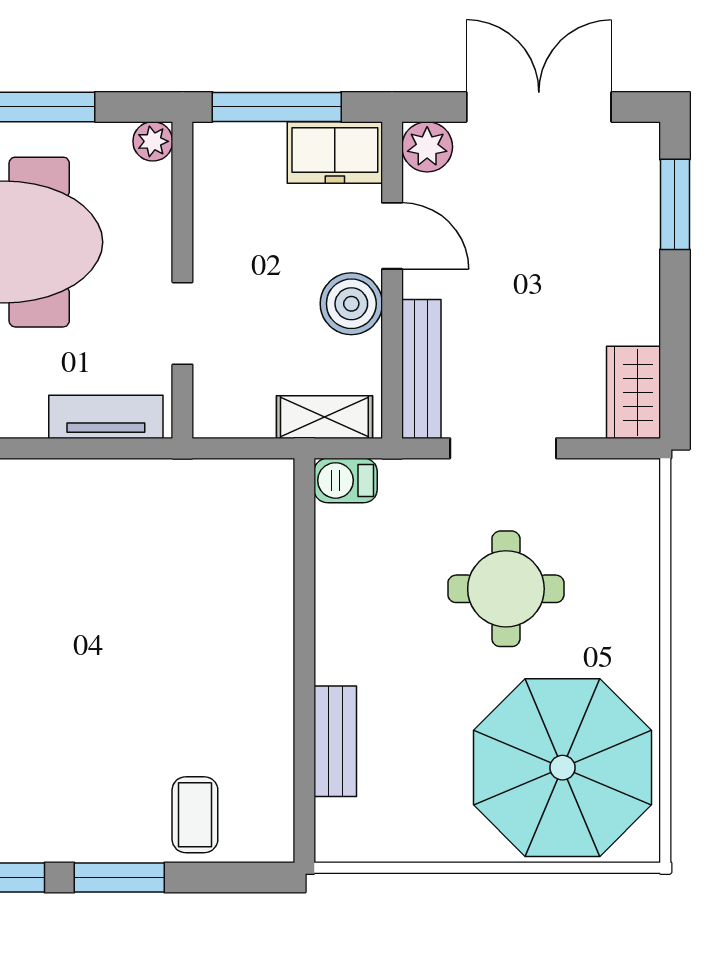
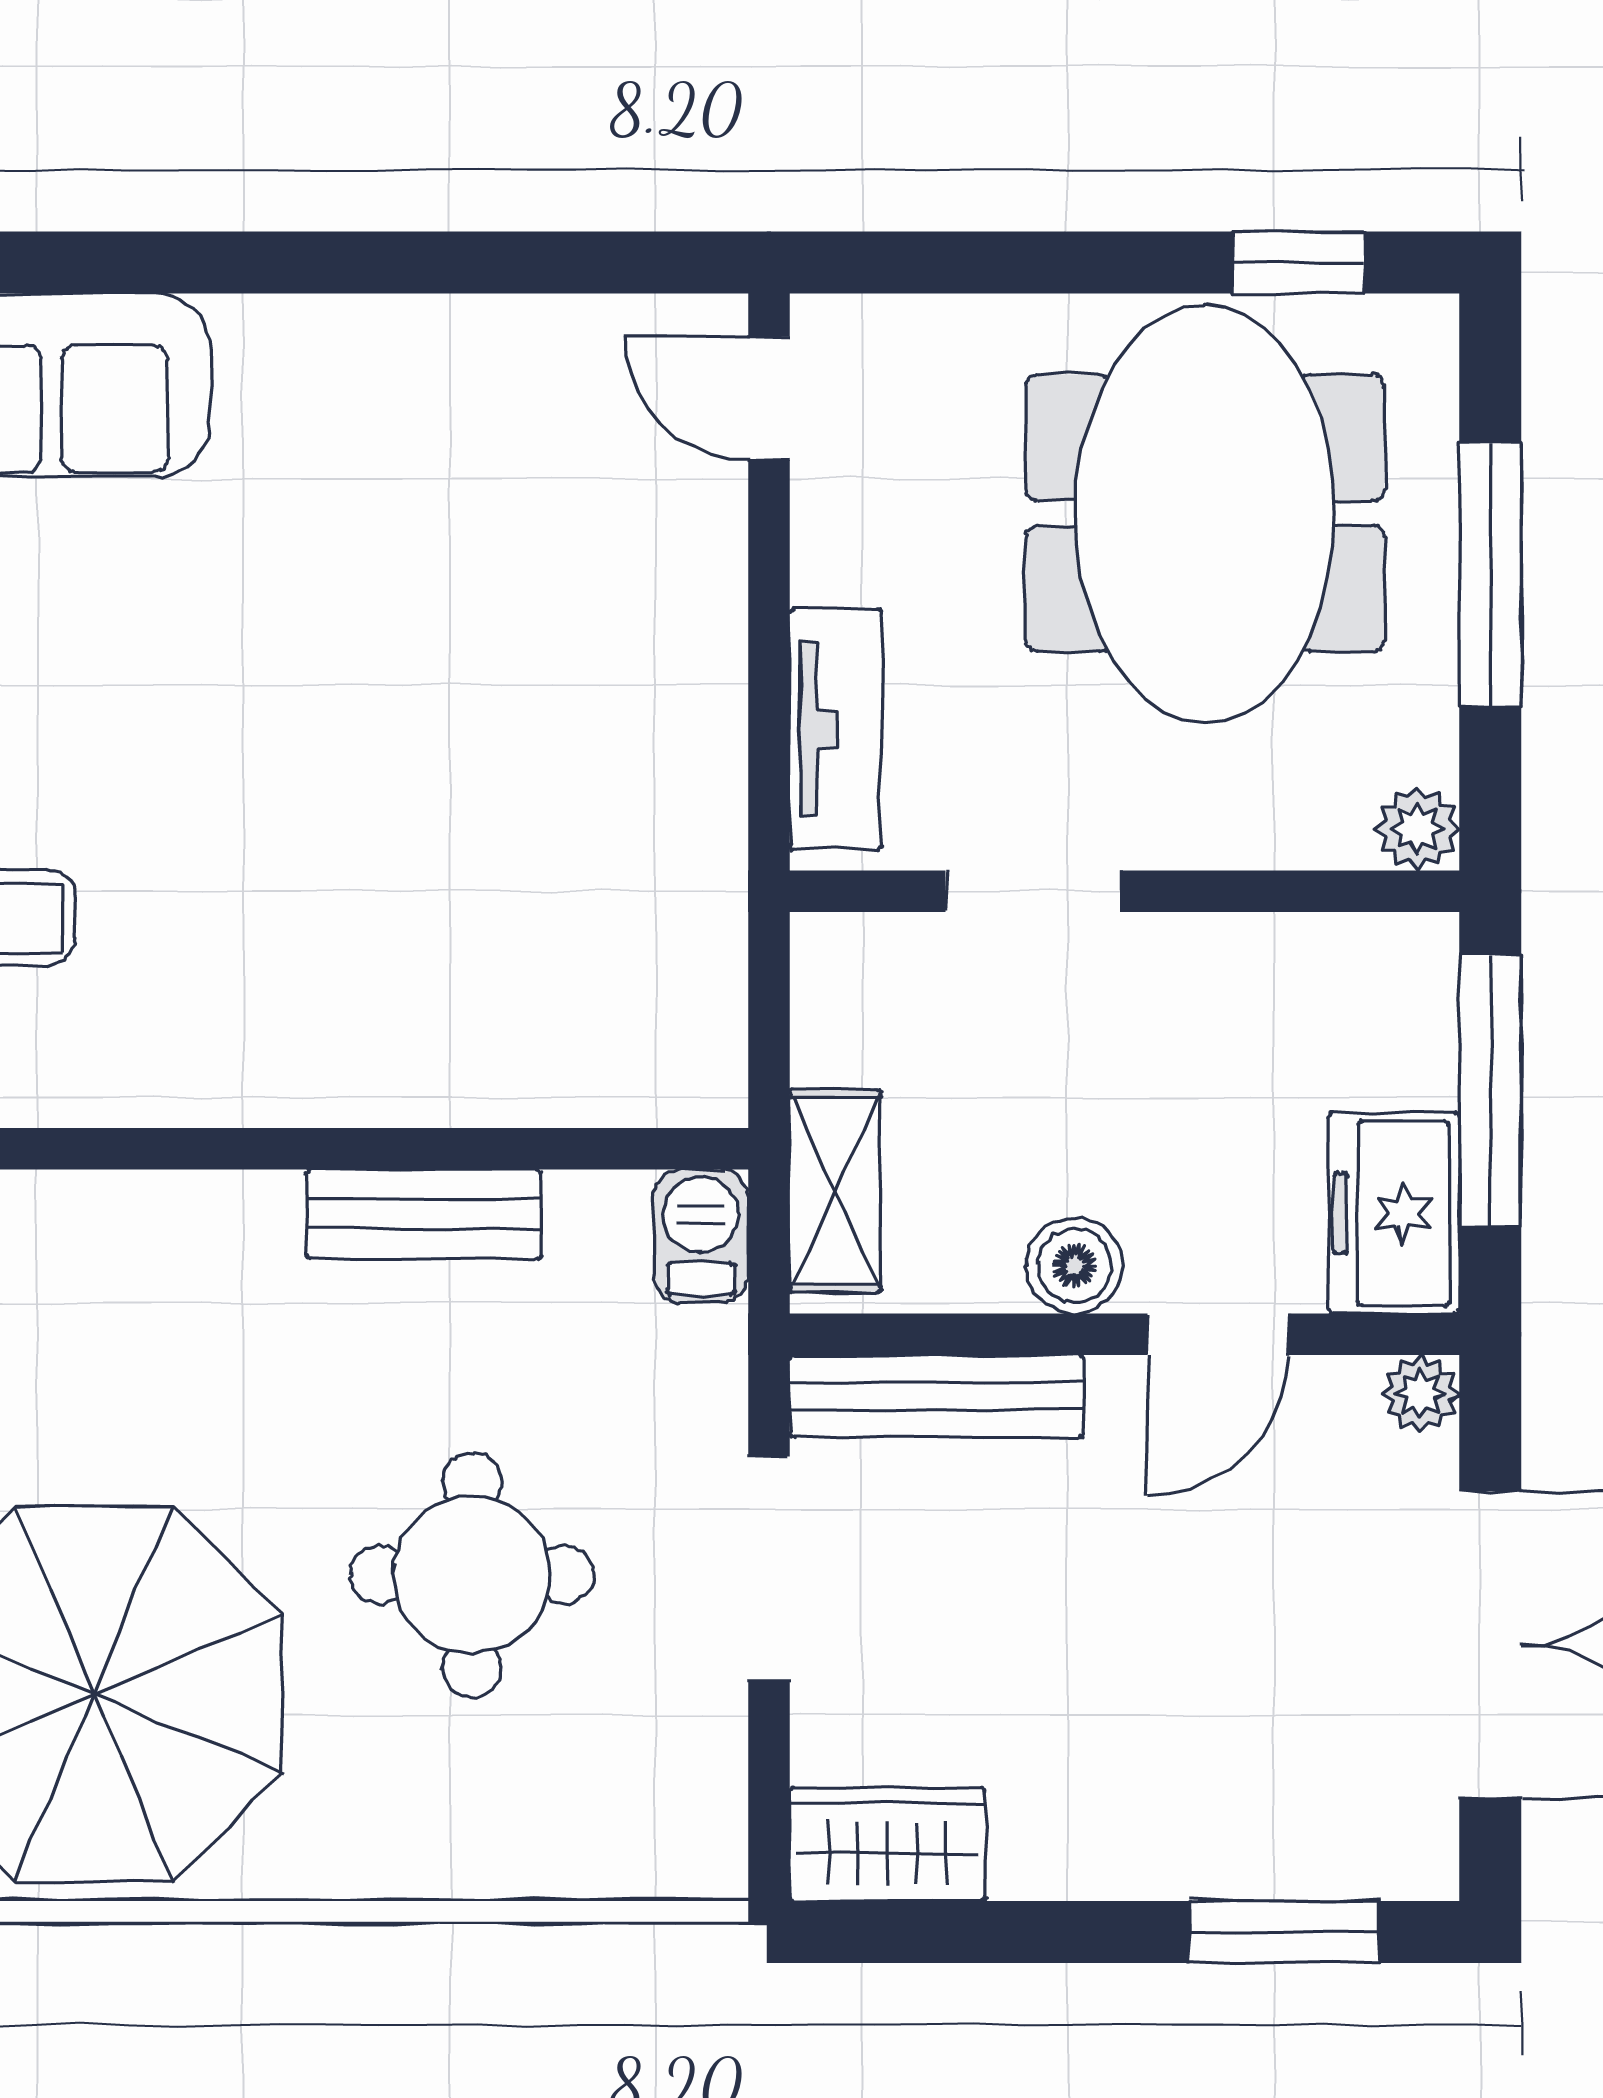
plant: (427, 147) -> (1421, 1394), width x0.73, depth x0.73
boiler: (351, 304) -> (1074, 1266), width x0.73, depth x0.73
bench: (335, 741) -> (424, 1214), moved

